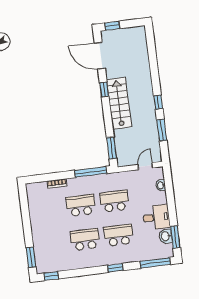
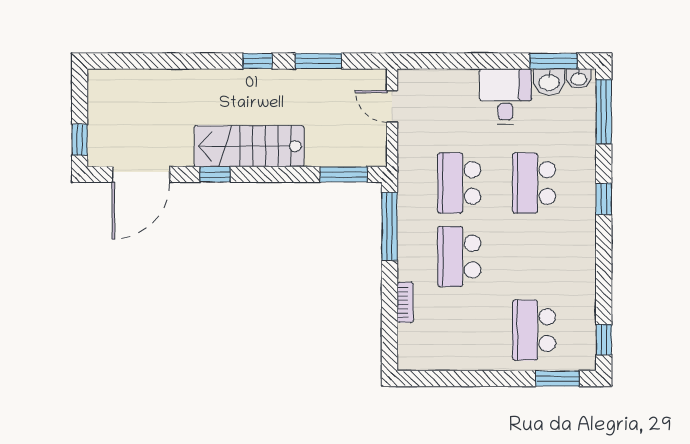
washbasin: (161, 185) -> (579, 78), moved
school desk: (85, 239) -> (534, 330), moved

